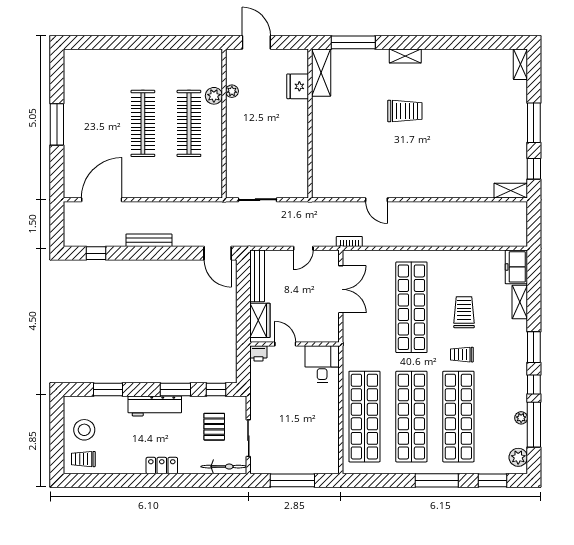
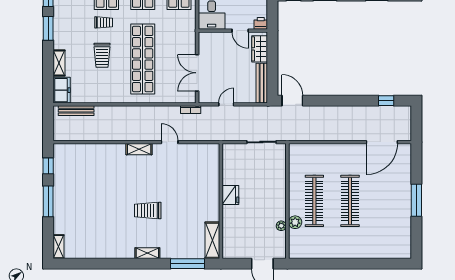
fridge: (298, 86) -> (230, 195), moved
shelving: (511, 191) -> (139, 149), moved
bench: (149, 240) -> (76, 111), moved

